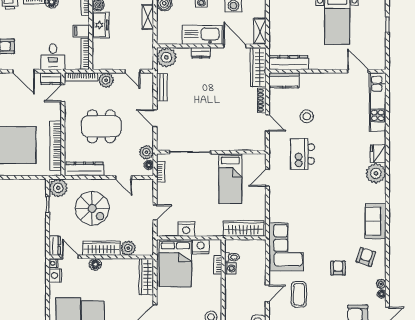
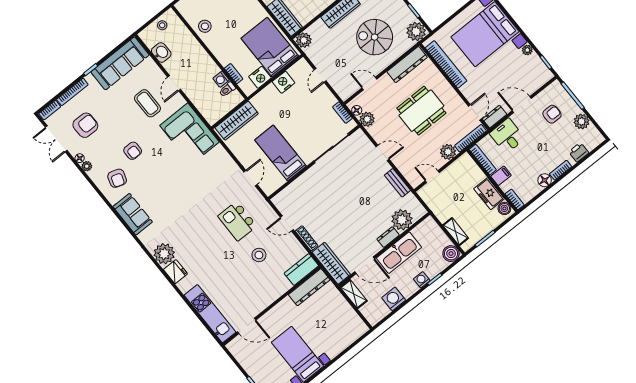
plant: (166, 57) -> (402, 220), moved
kitchen island: (302, 154) -> (237, 221), turned 180
plant: (128, 248) -> (304, 40), moved

